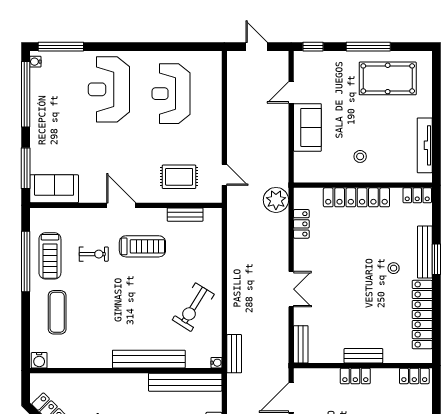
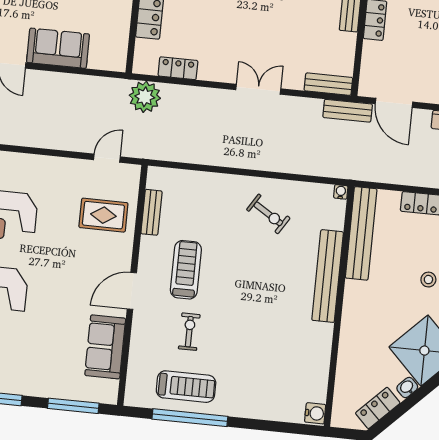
rug: (179, 177) -> (103, 215), turned 90
sofa: (54, 189) -> (105, 347), moved
exercise bike: (193, 307) -> (268, 214), width x0.73, depth x0.72
exercise mat: (57, 312) -> (257, 385), removed
bench: (234, 354) -> (348, 111), moved

